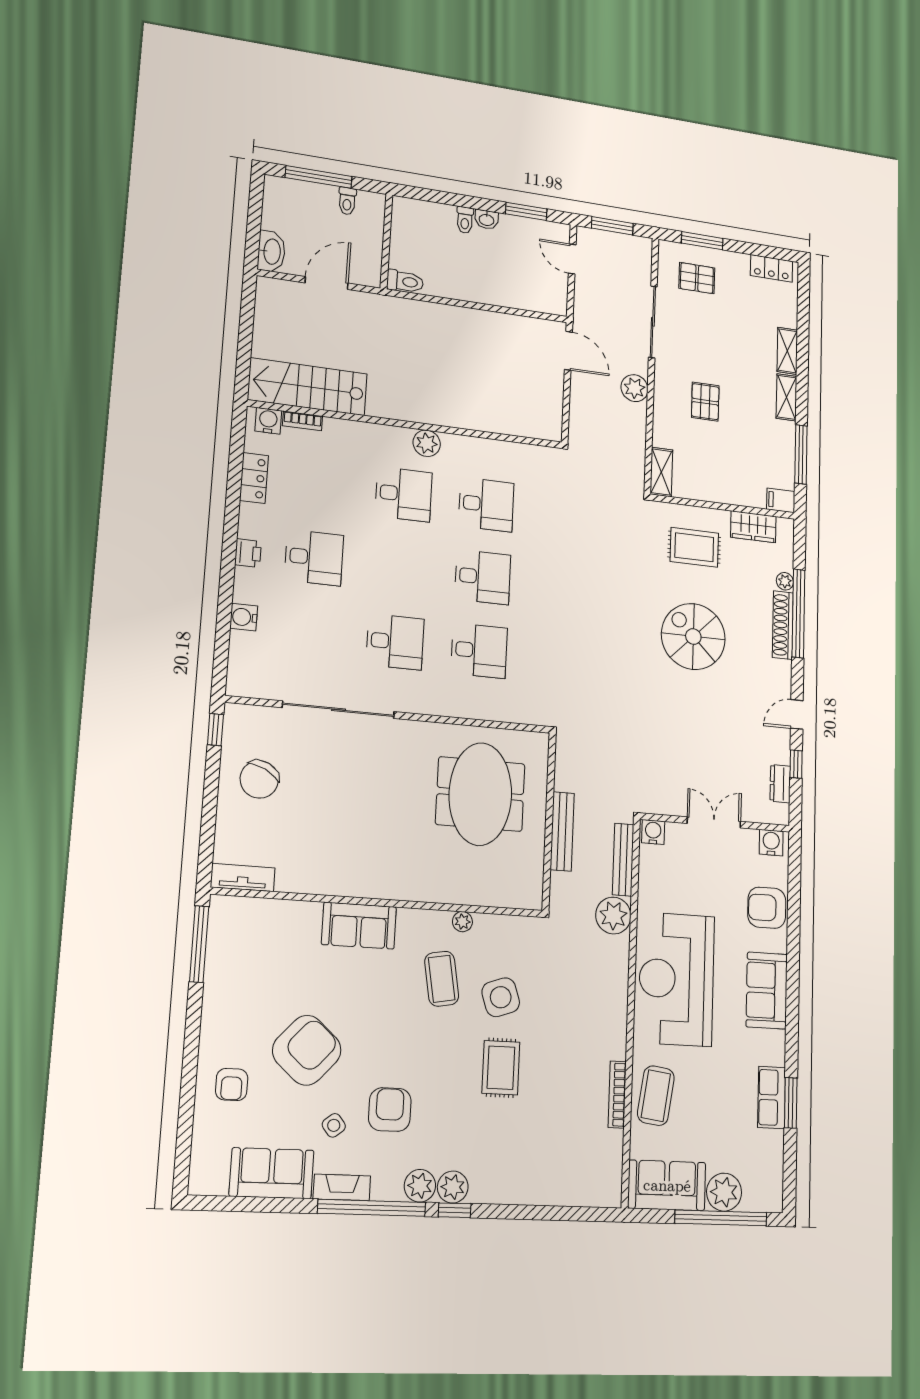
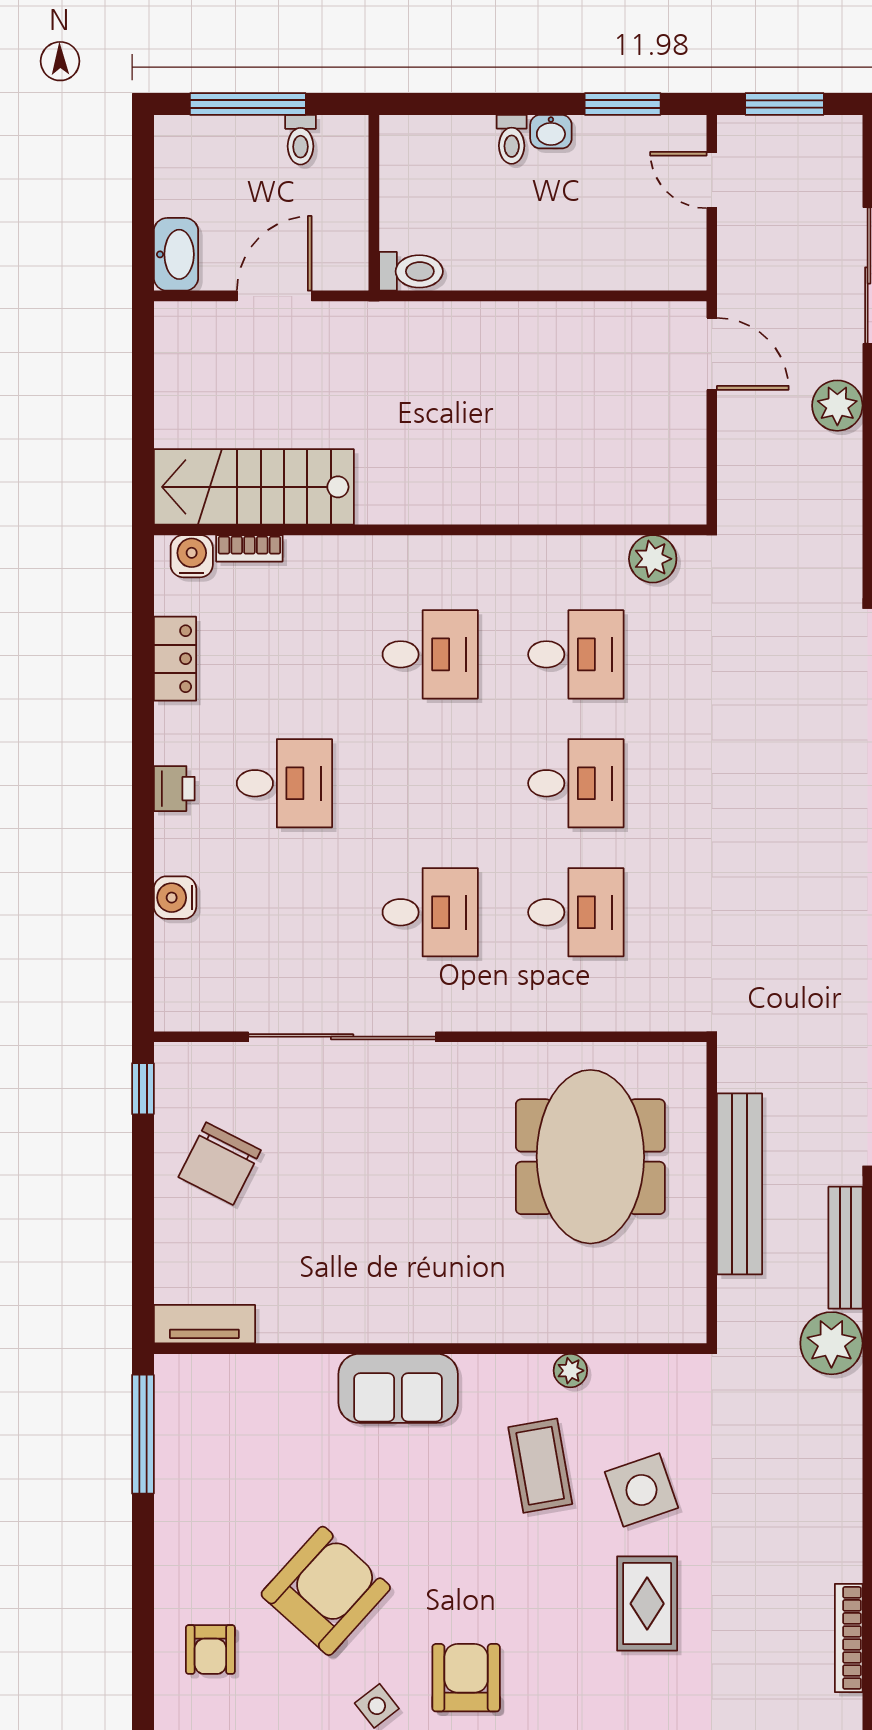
plant: (427, 443) -> (653, 559), moved
bench: (562, 831) -> (739, 1184), width x1.37, depth x1.21

